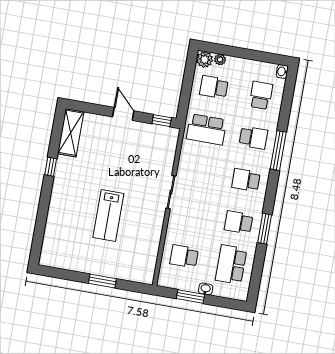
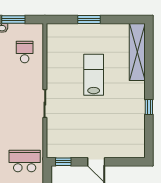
shelving: (71, 133) -> (137, 52), moved, width x1.47
school desk: (184, 256) -> (25, 52), turned -90

